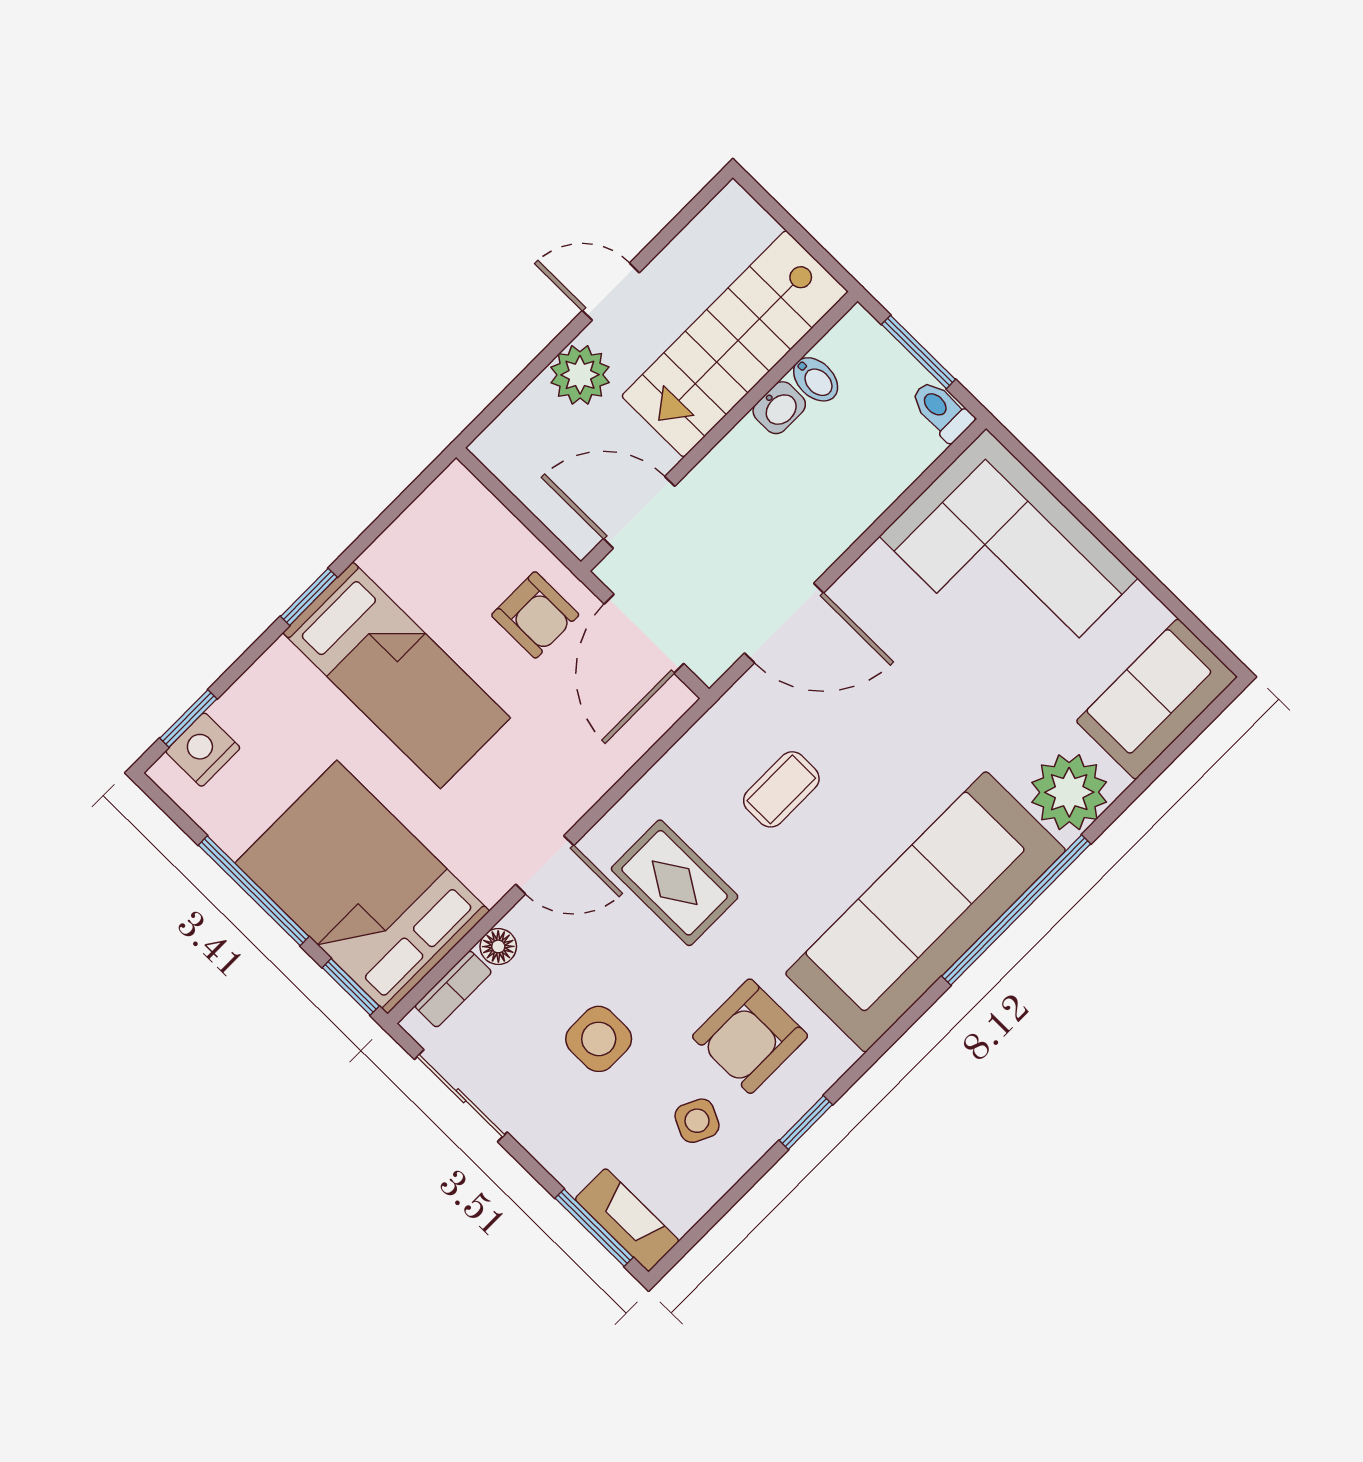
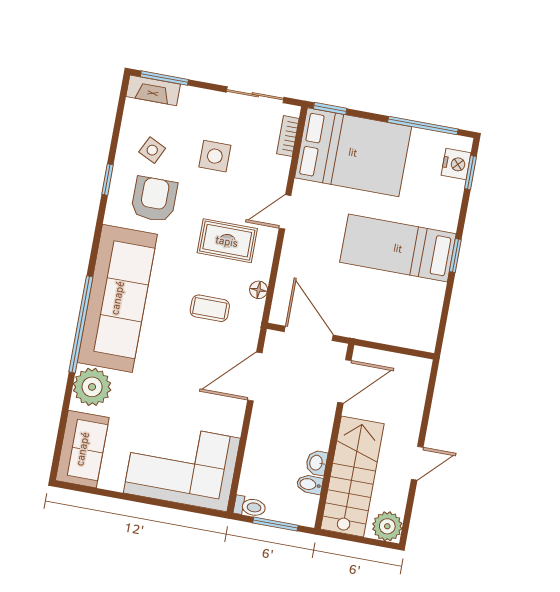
plant: (580, 375) -> (387, 526), moved
armchair: (535, 615) -> (358, 311), removed
coffee table: (781, 789) -> (210, 308), turned 90
window: (254, 891) -> (423, 126), moved
floor lamp: (498, 946) -> (259, 290), moved

